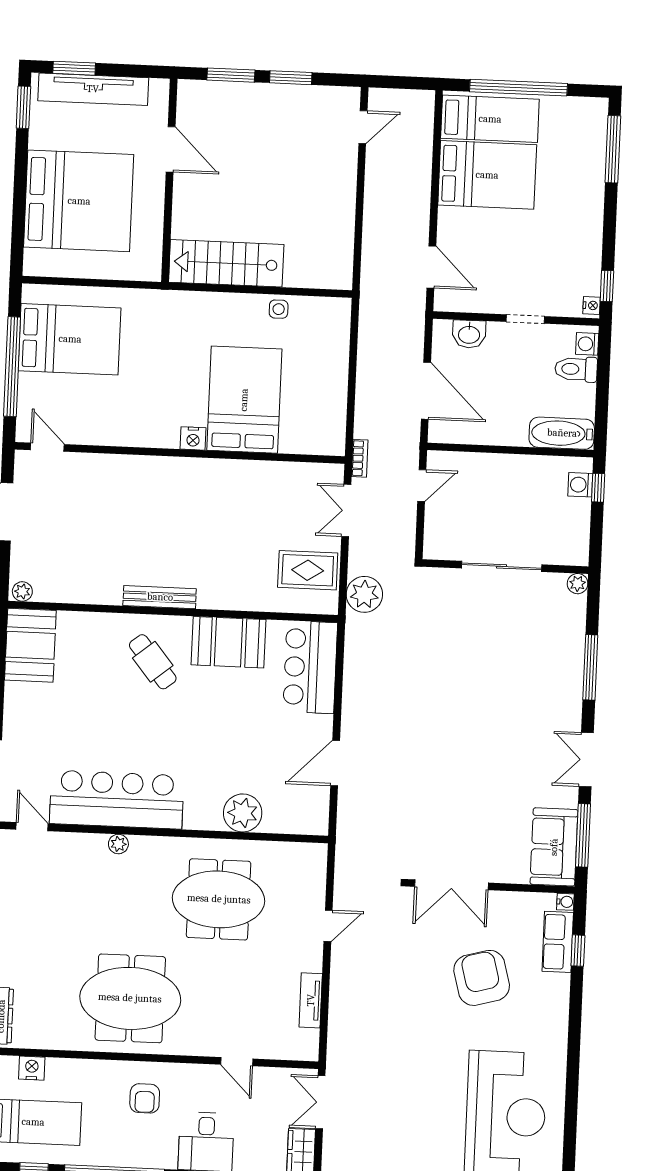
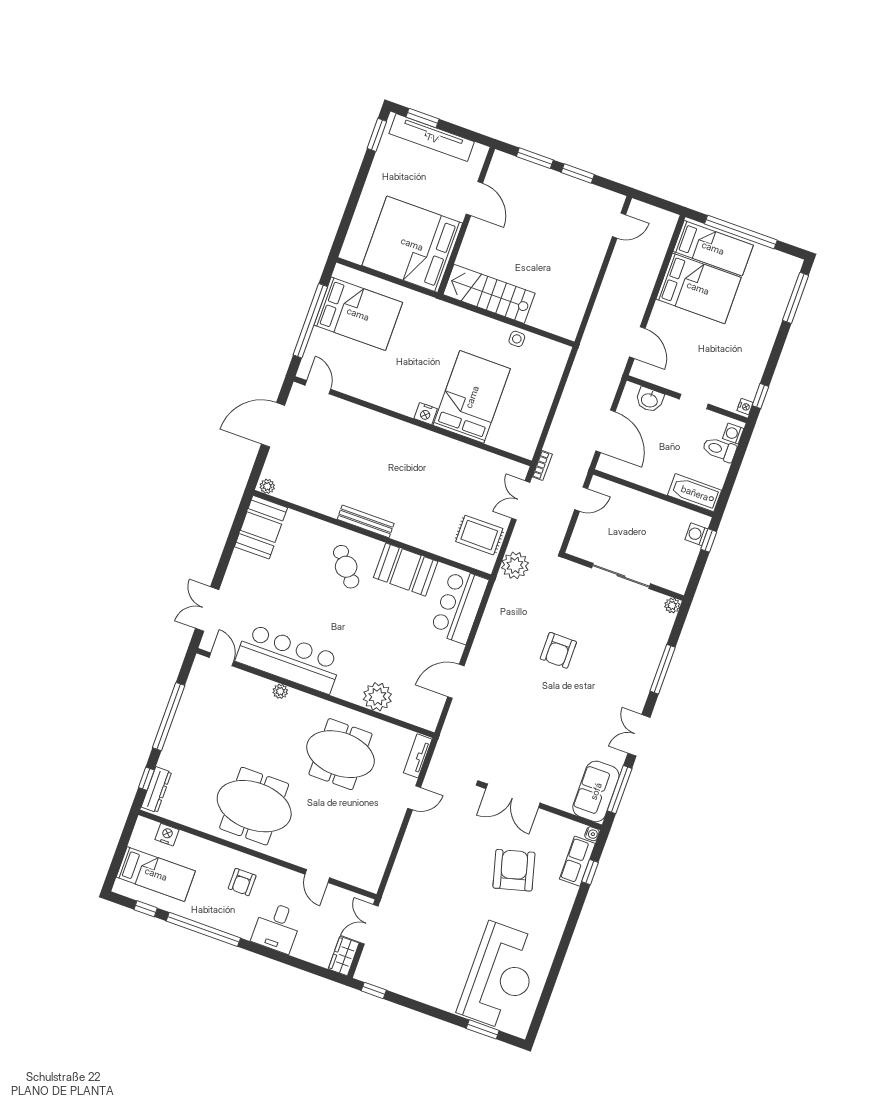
bed: (79, 201) -> (412, 244), moved, turned 180
armchair: (452, 684) -> (558, 650), added
tv unit: (311, 1000) -> (418, 756), moved

